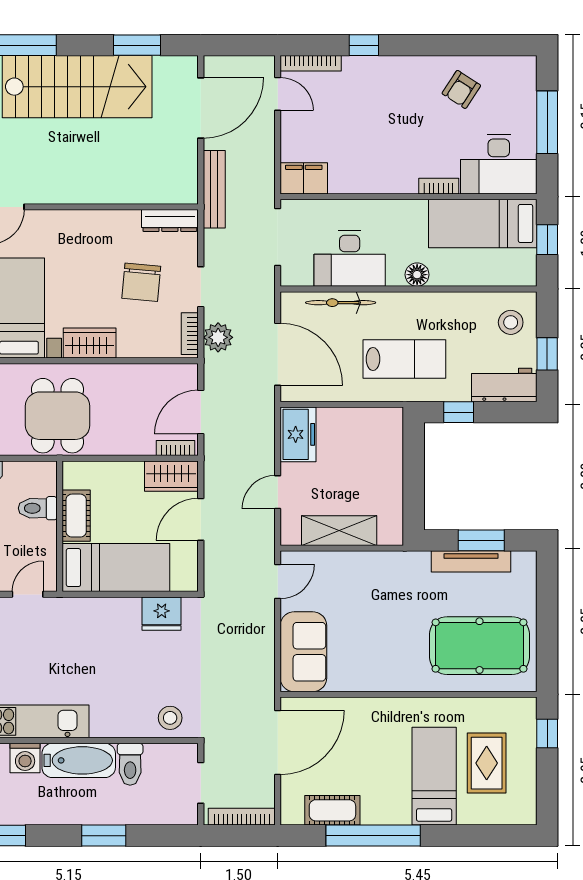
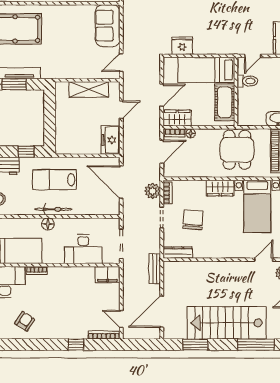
bench: (214, 189) -> (155, 269), width x0.73
desk: (350, 259) -> (83, 249), moved, turned 180
bicycle: (341, 303) -> (53, 209), moved
floor lamp: (146, 447) -> (191, 133), added
toilet: (38, 508) -> (247, 81), moved
cot: (76, 516) -> (225, 102), width x1.37, depth x1.34

